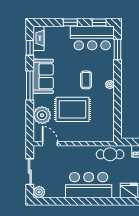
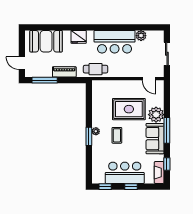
bar counter: (92, 38) -> (125, 173), moved
window: (118, 49) -> (89, 136), moved
plant: (42, 115) -> (156, 115), moved
plant: (39, 192) -> (141, 36), moved

